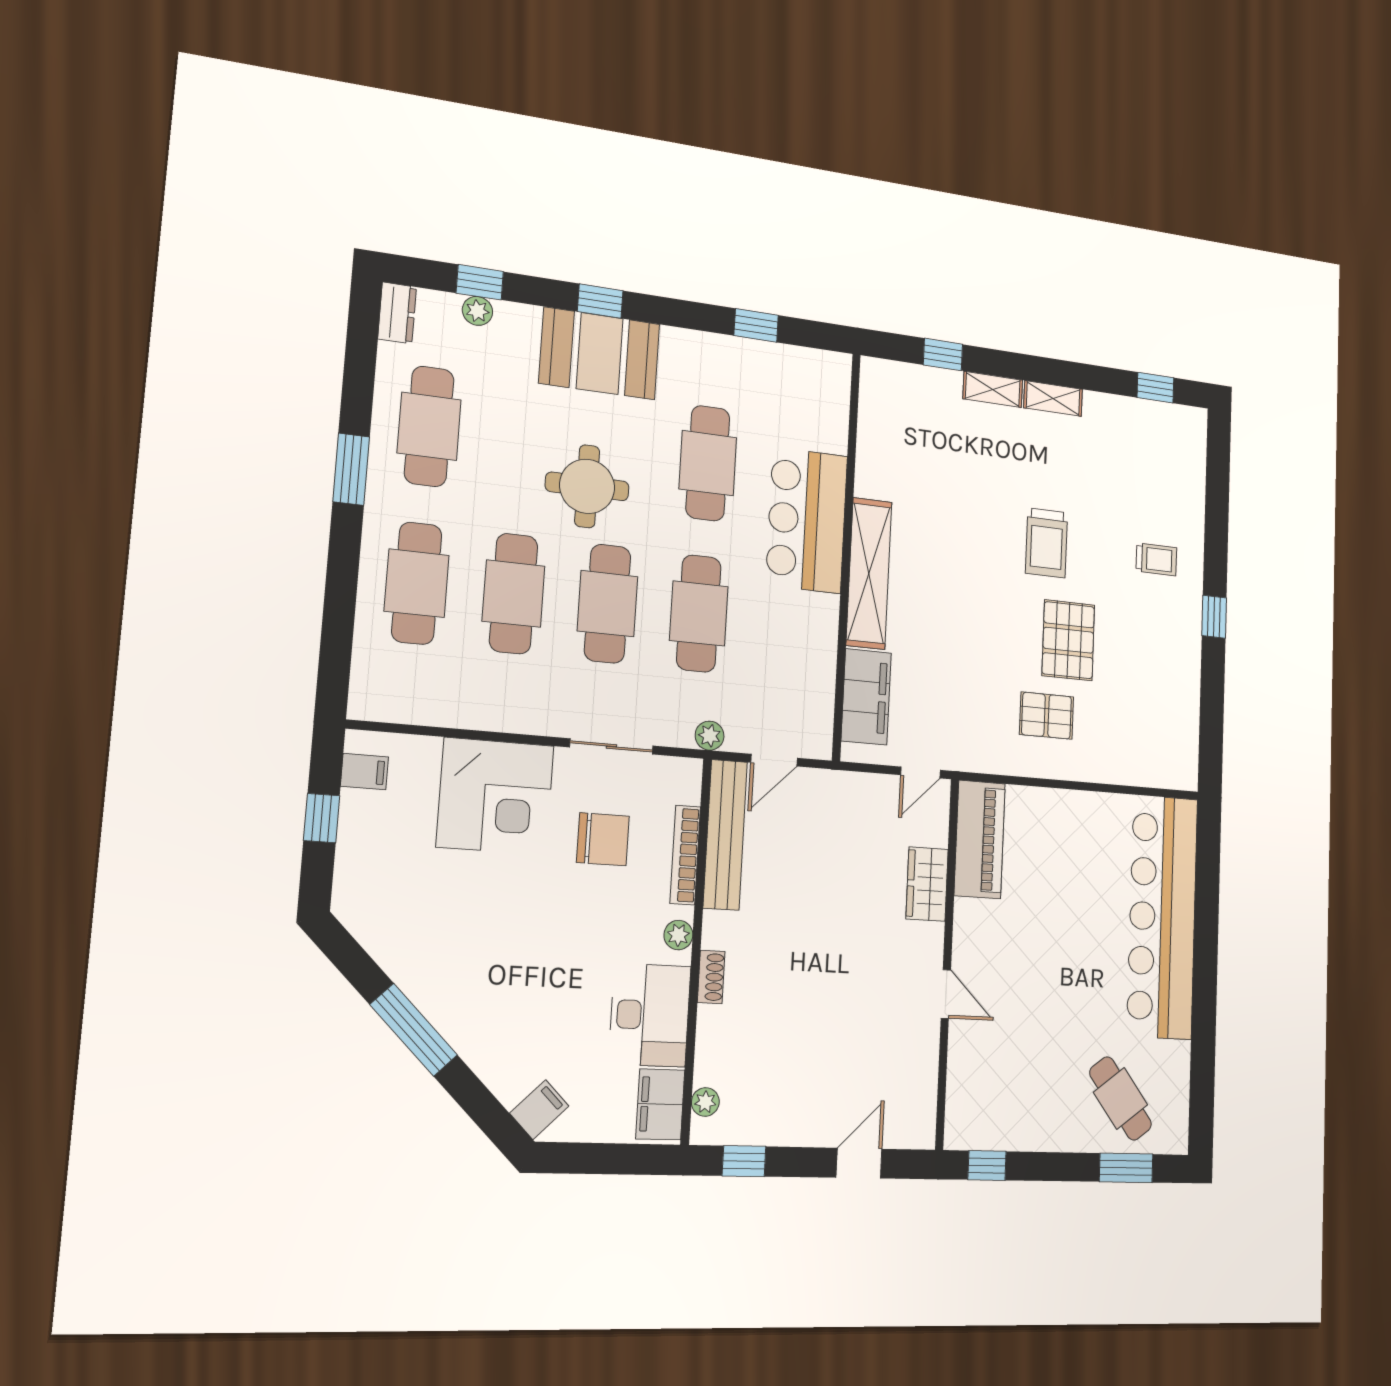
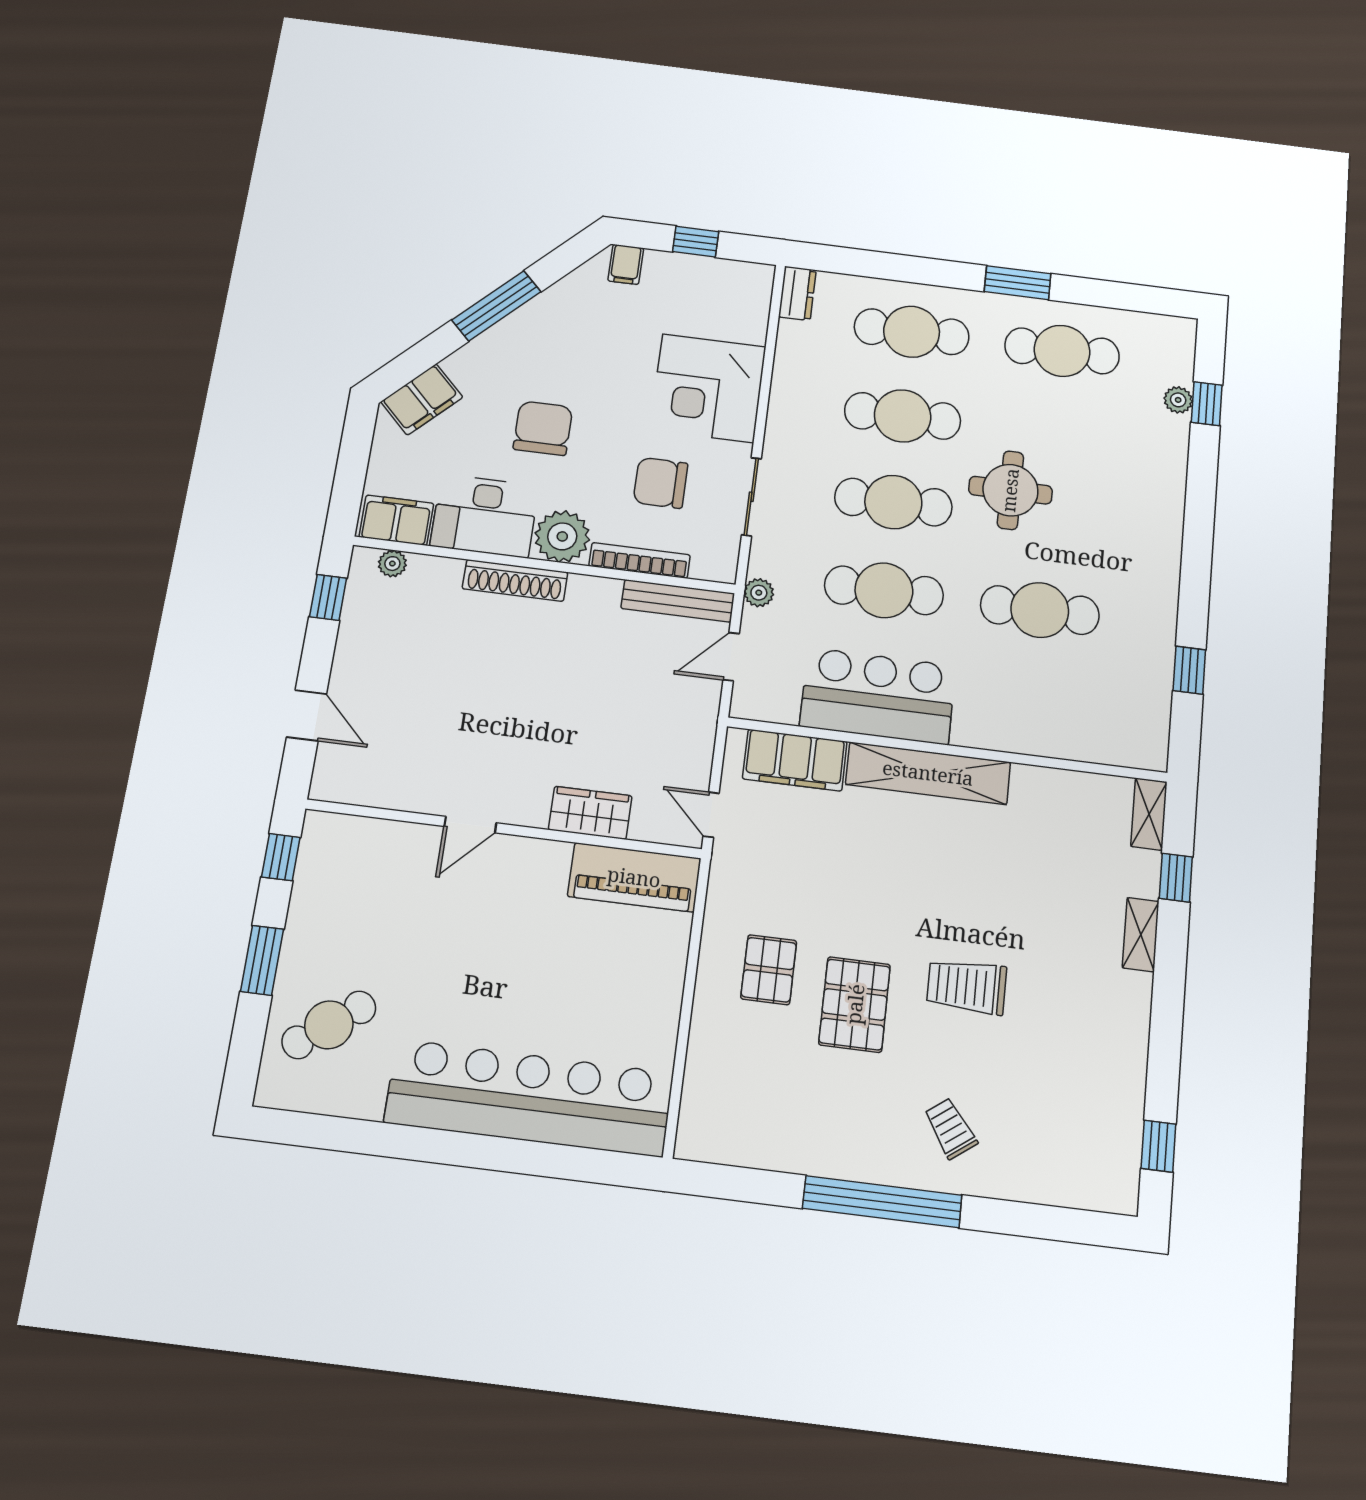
window: (600, 301) -> (1199, 514), removed
dresser: (397, 313) -> (797, 293), moved, turned -90
booth: (600, 354) -> (1146, 511), removed
shelving: (1053, 399) -> (1149, 814), moved
bar counter: (807, 520) -> (878, 696), moved
trolley: (1156, 559) -> (951, 1128), turned 144
window: (1214, 617) -> (882, 1202), width x3.17
pallet: (1068, 640) -> (855, 1004), turned 90
door: (774, 760) -> (731, 657), hinge flipped
filing cabinet: (364, 772) -> (626, 264), moved
bench: (725, 835) -> (678, 601), width x0.73, depth x0.82
chair: (603, 839) -> (661, 483), turned 90
plant: (678, 935) -> (562, 536), width x1.88, depth x1.88
chair: (551, 965) -> (543, 428), added
shoe rack: (711, 977) -> (515, 580), width x1.94, depth x1.24
filing cabinet: (539, 1110) -> (422, 399), width x2.00
window: (1126, 1168) -> (262, 960), moved

